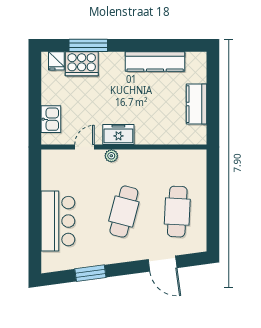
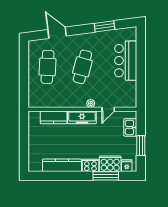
cooker: (112, 61) -> (90, 165), added
window: (35, 91) -> (141, 146), added
kitchen counter: (197, 104) -> (54, 117), moved, turned 90
freezer: (118, 135) -> (82, 117), width x1.40

